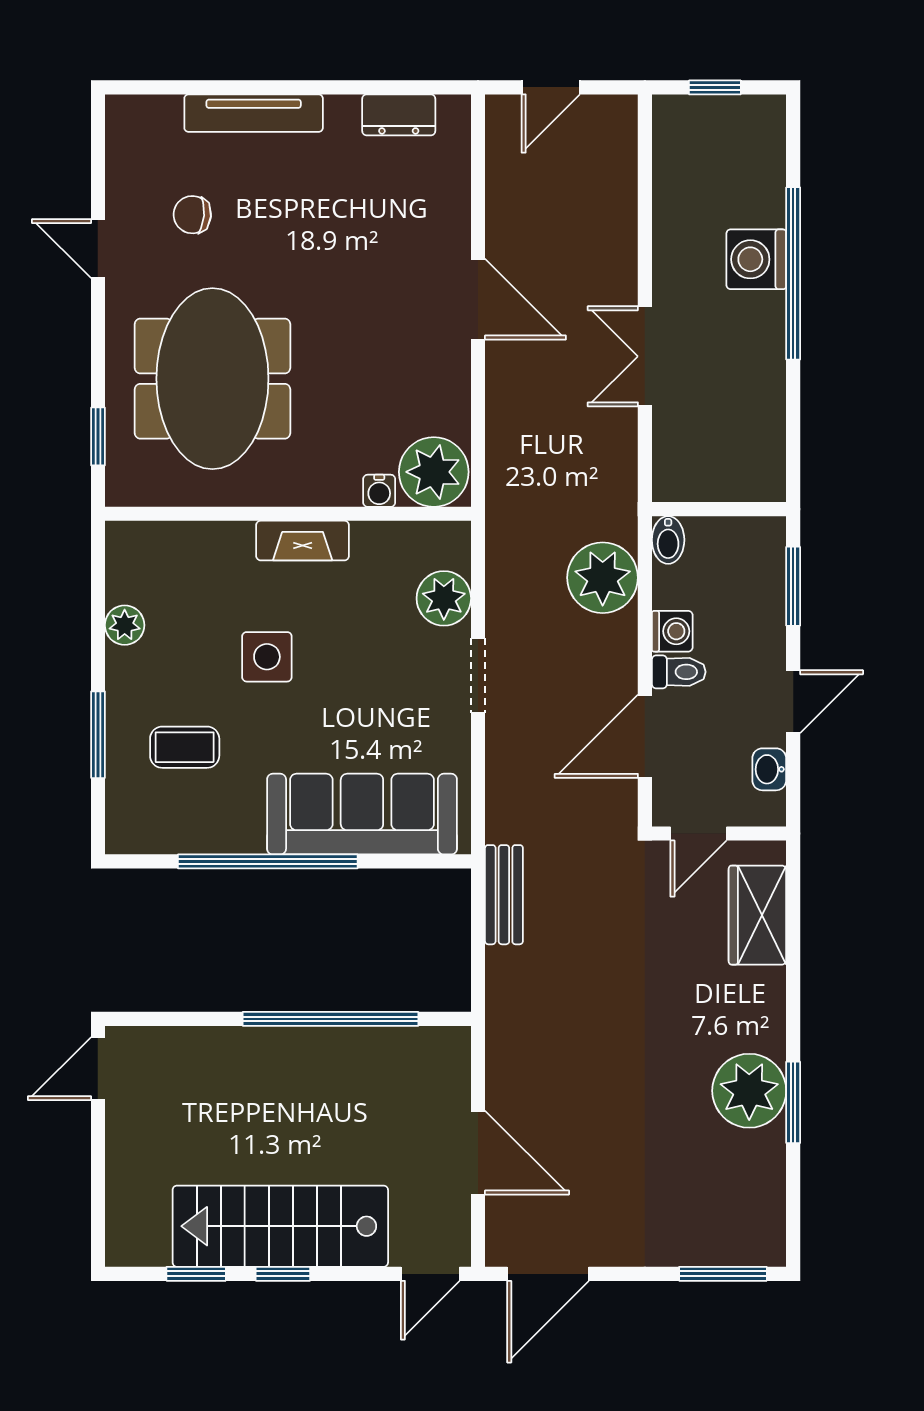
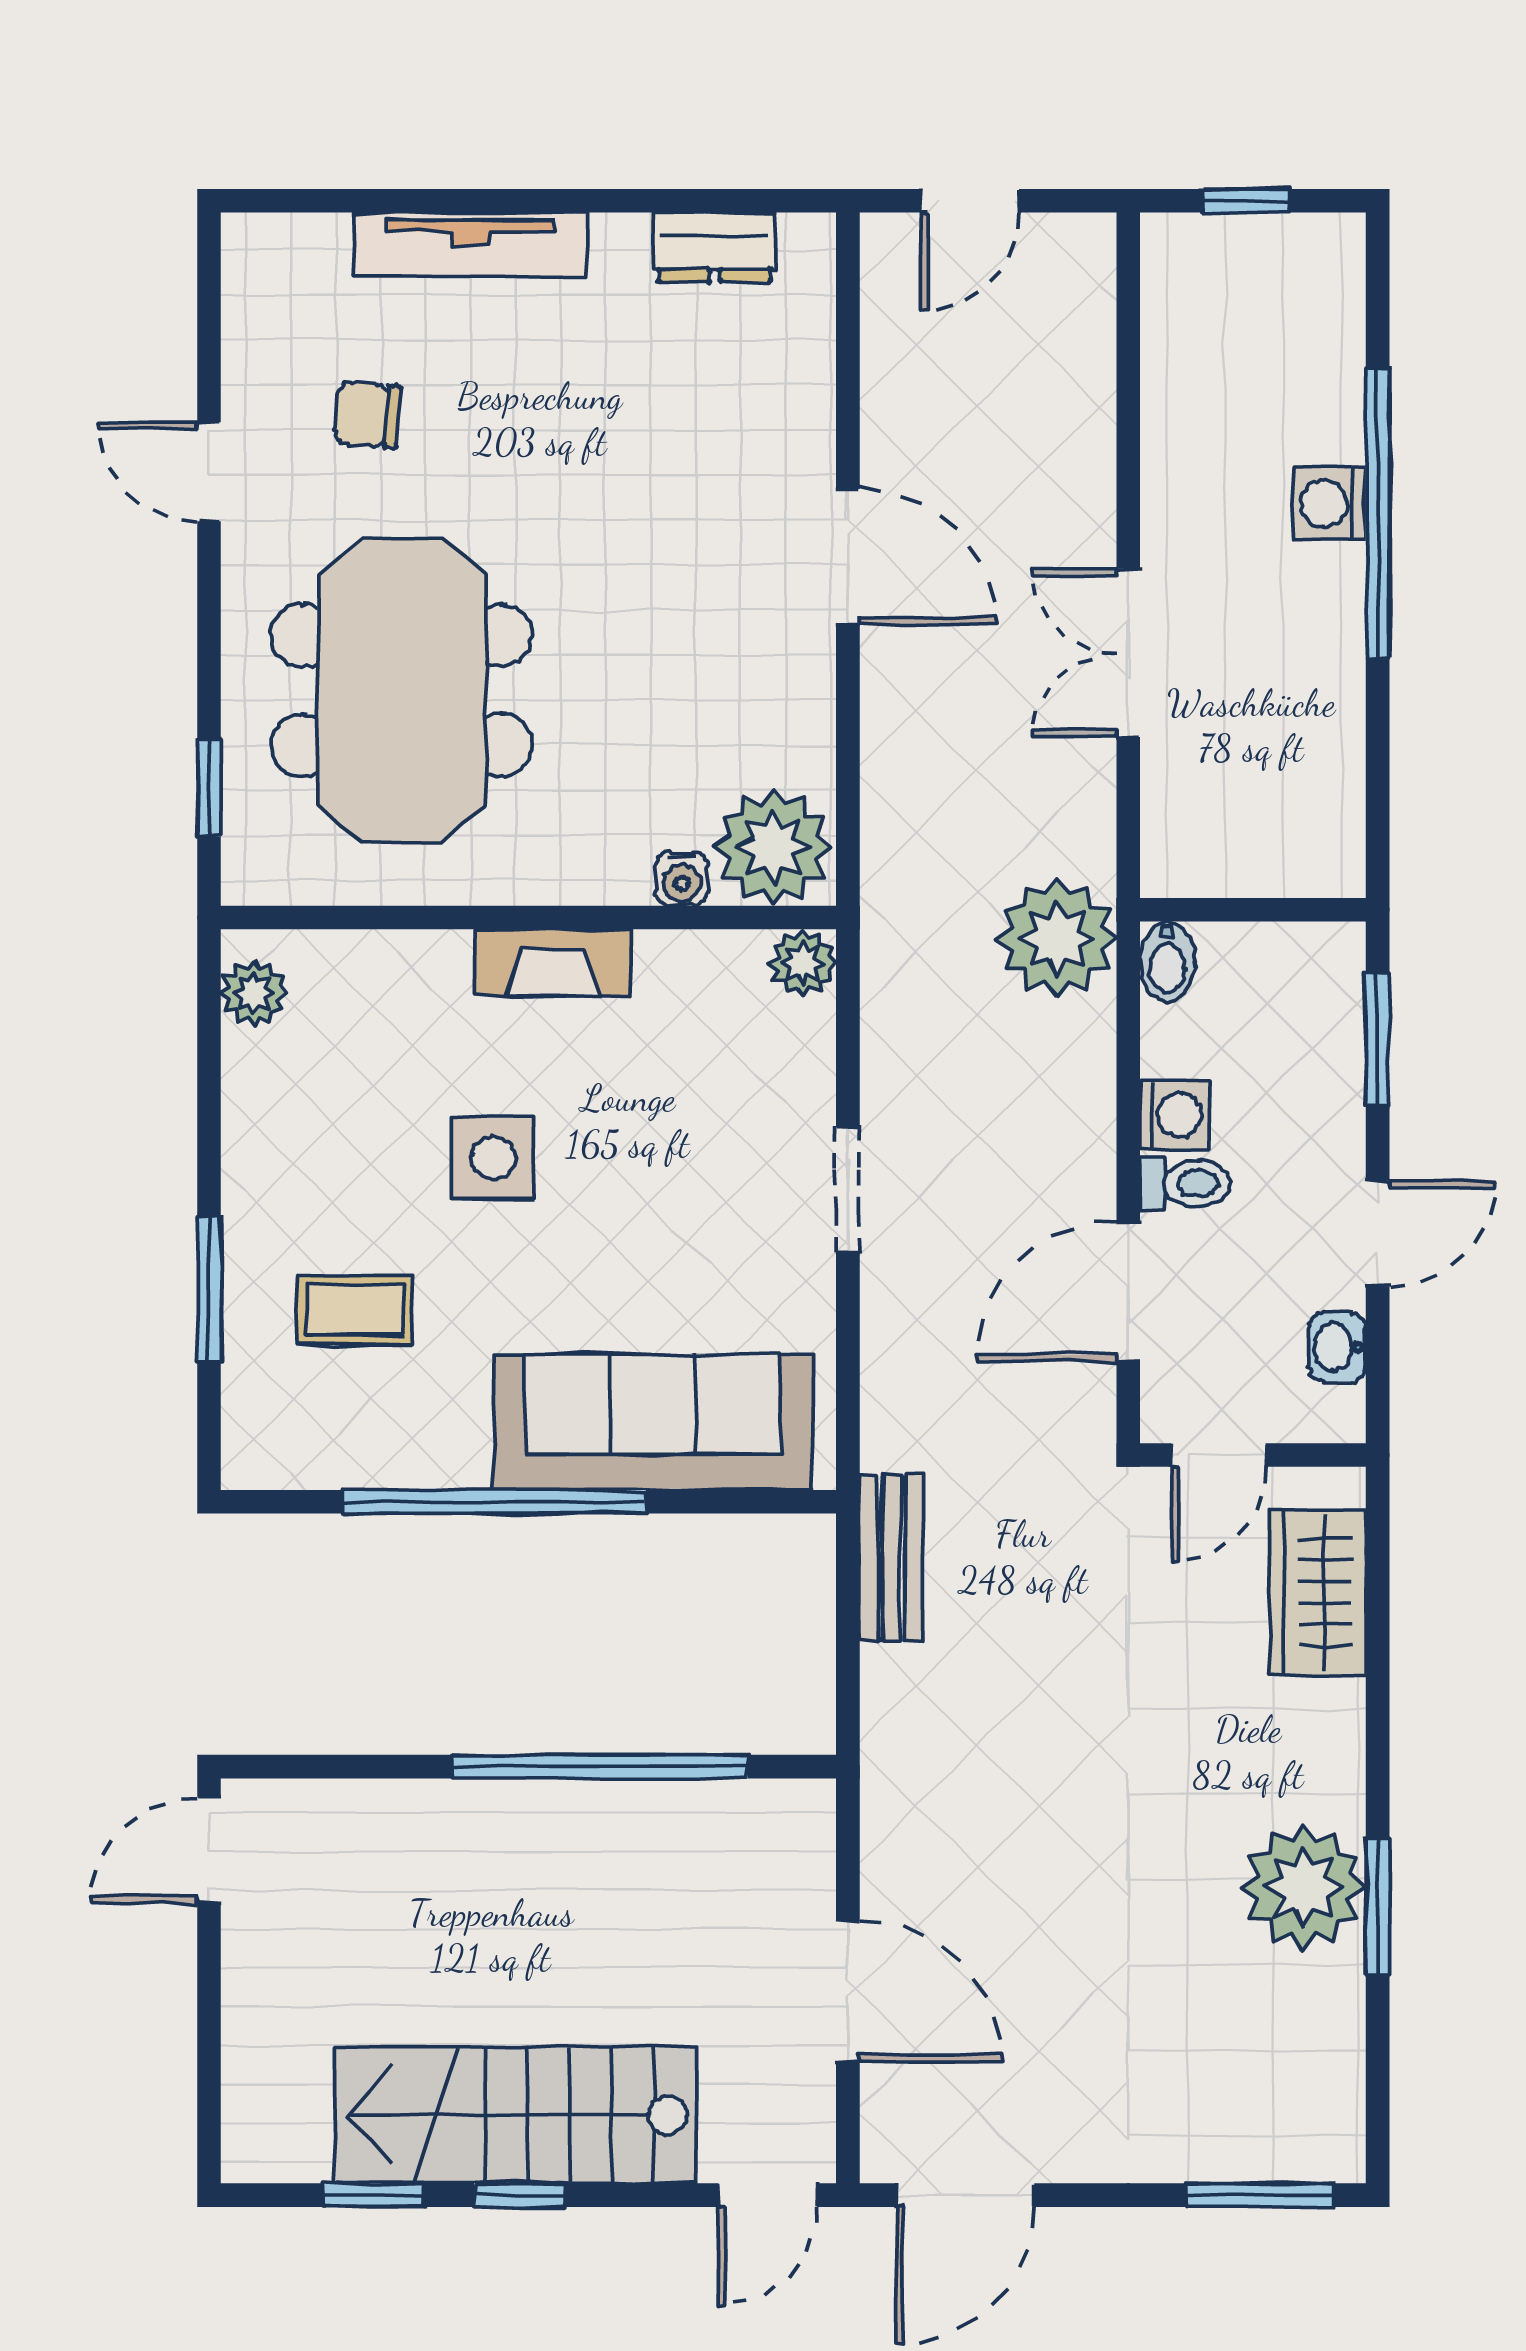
washing machine: (756, 259) -> (1329, 504), width x0.73, depth x0.73
plant: (603, 578) -> (1057, 939), moved
plant: (444, 598) -> (803, 963), moved, width x0.73, depth x0.73
plant: (125, 625) -> (254, 993), moved

